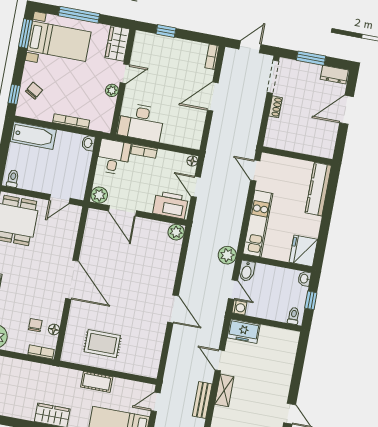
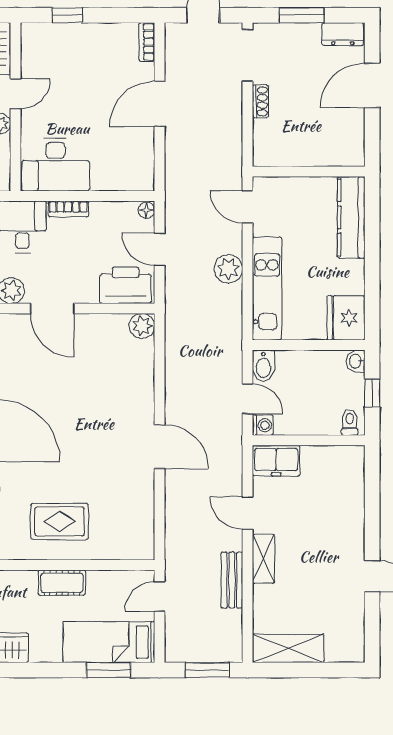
plant: (227, 255) -> (228, 269), moved

